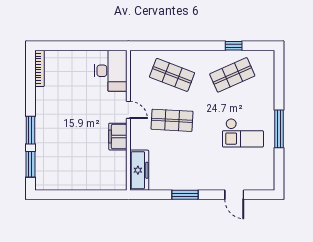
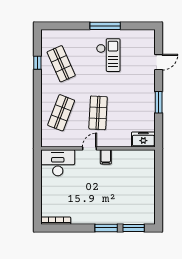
filing cabinet: (118, 137) -> (106, 157), width x0.50
freezer: (139, 170) -> (143, 139), width x0.71

